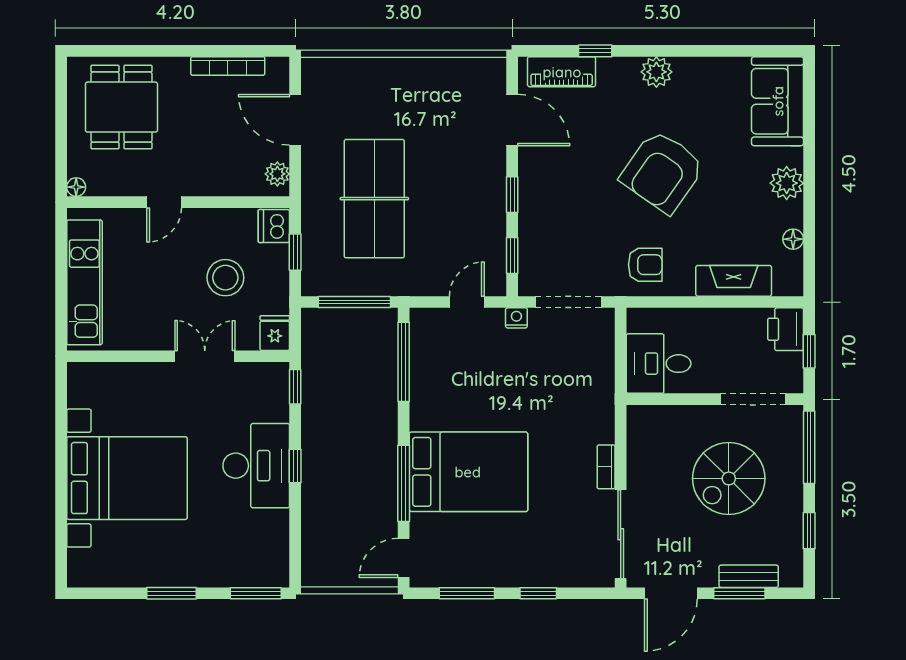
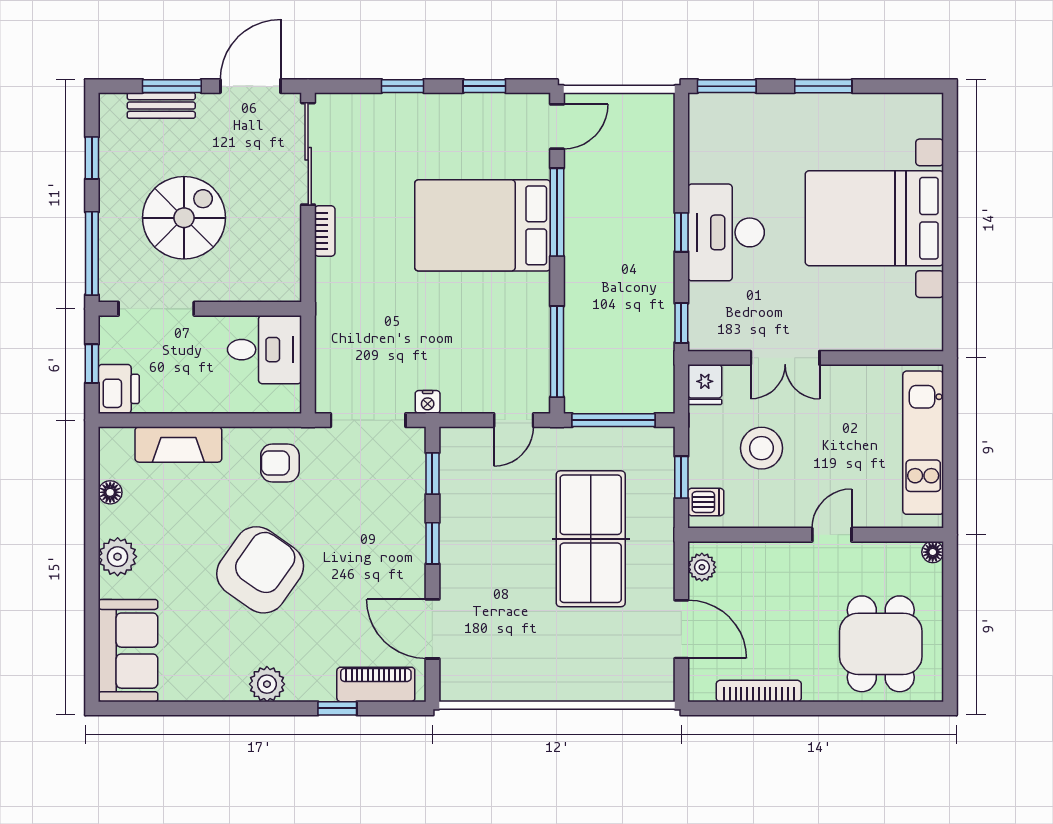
dishwasher: (274, 226) -> (706, 502), width x0.73
door: (467, 302) -> (514, 420), moved
window: (467, 593) -> (484, 86), width x0.67

